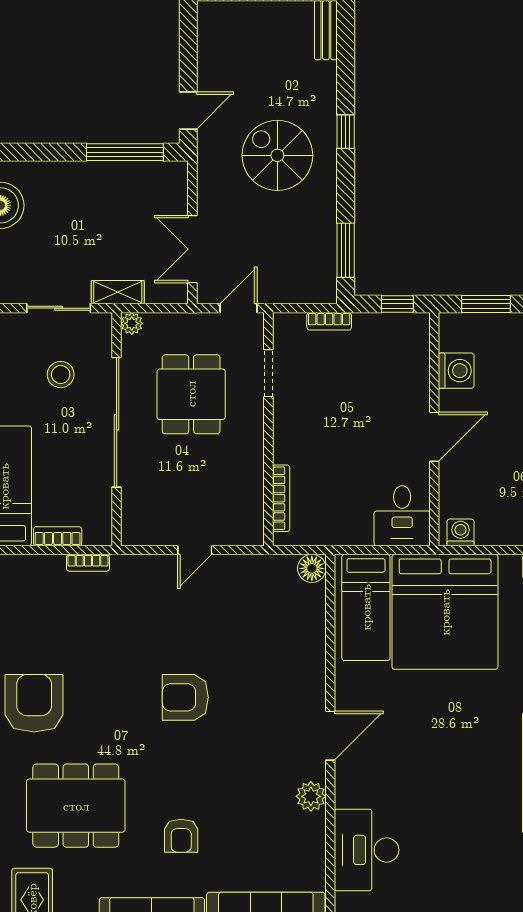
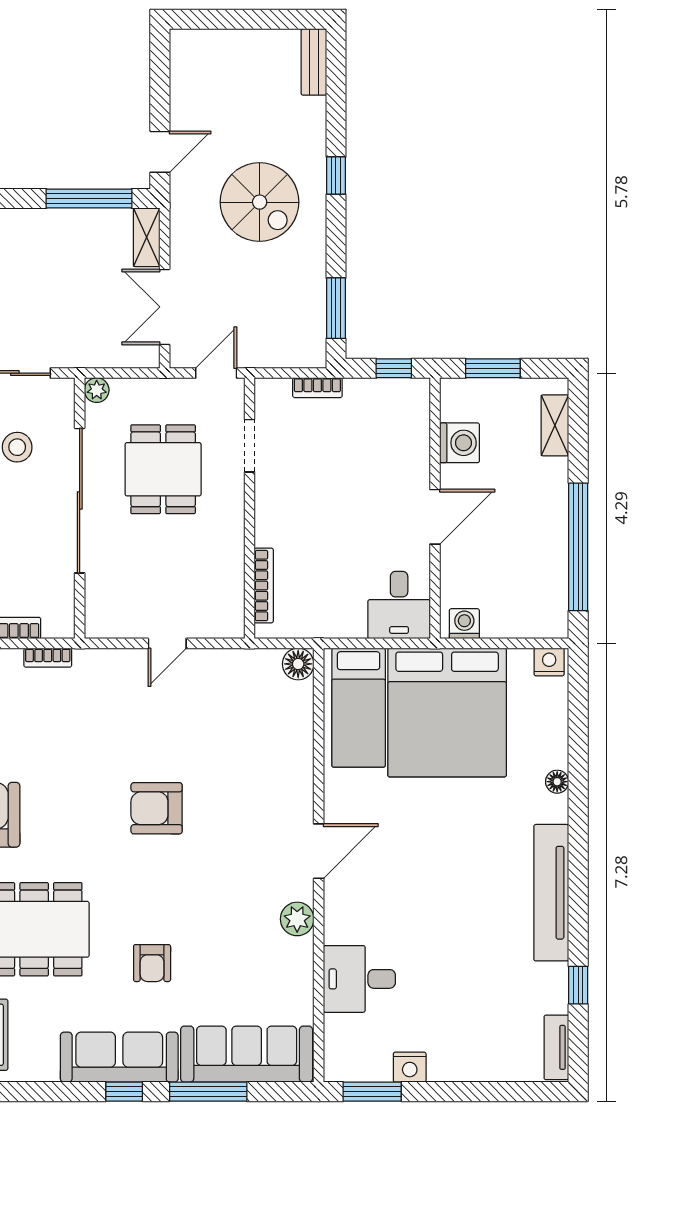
spiral stairs: (277, 155) -> (260, 202), turned 180
shelving: (118, 292) -> (147, 237), moved, turned 90
desk: (367, 850) -> (359, 979), width x0.73

